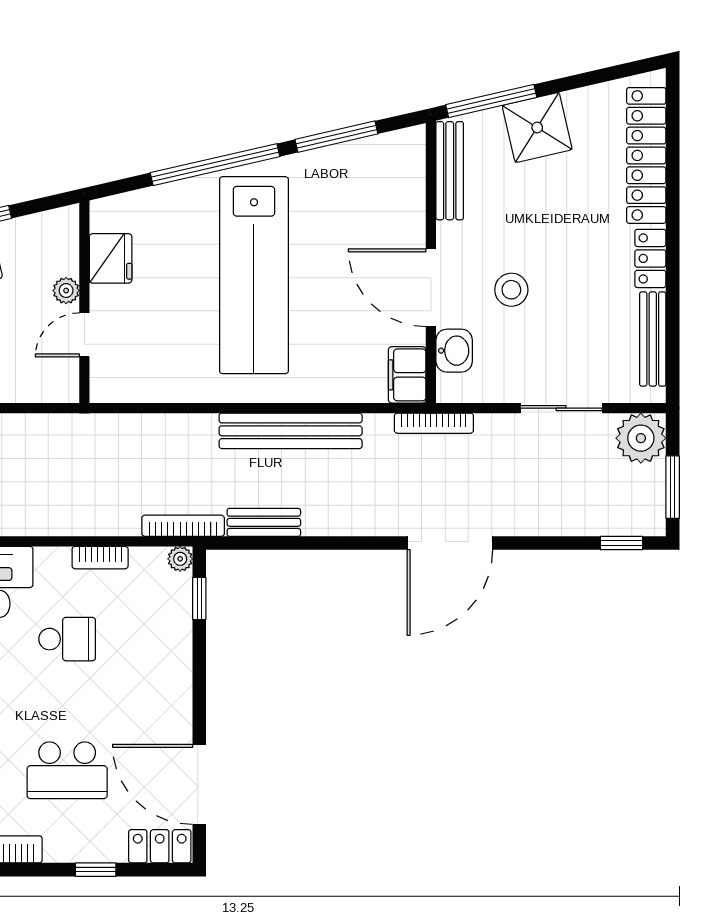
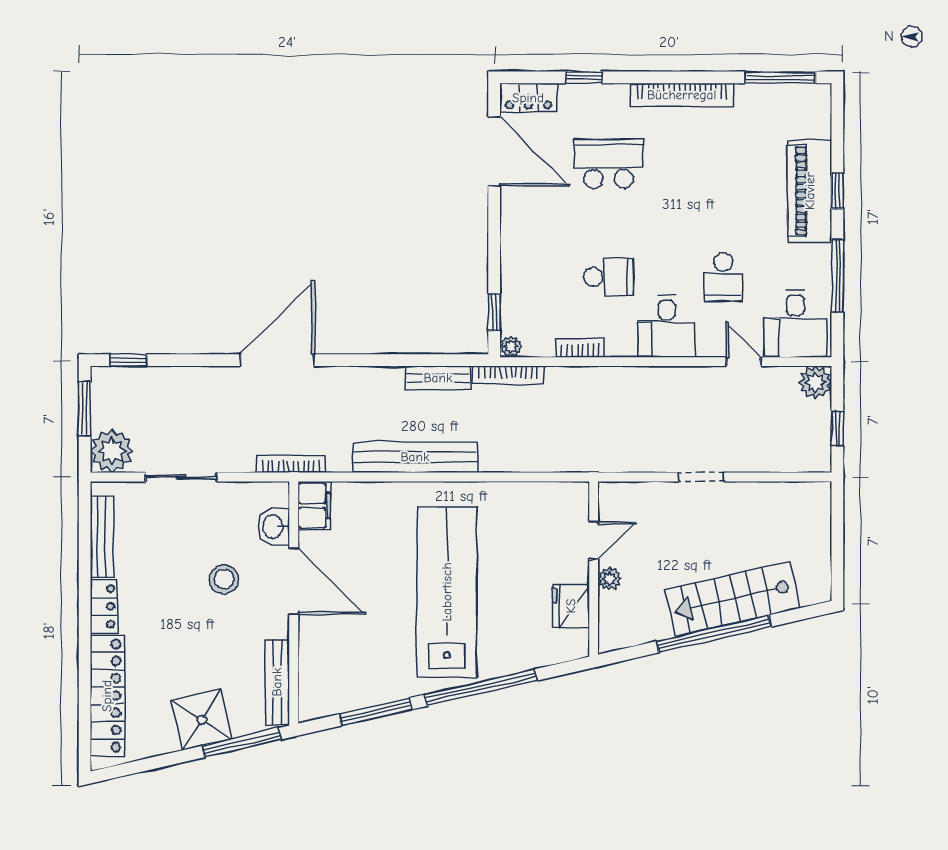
school desk: (67, 639) -> (609, 277), turned 180

